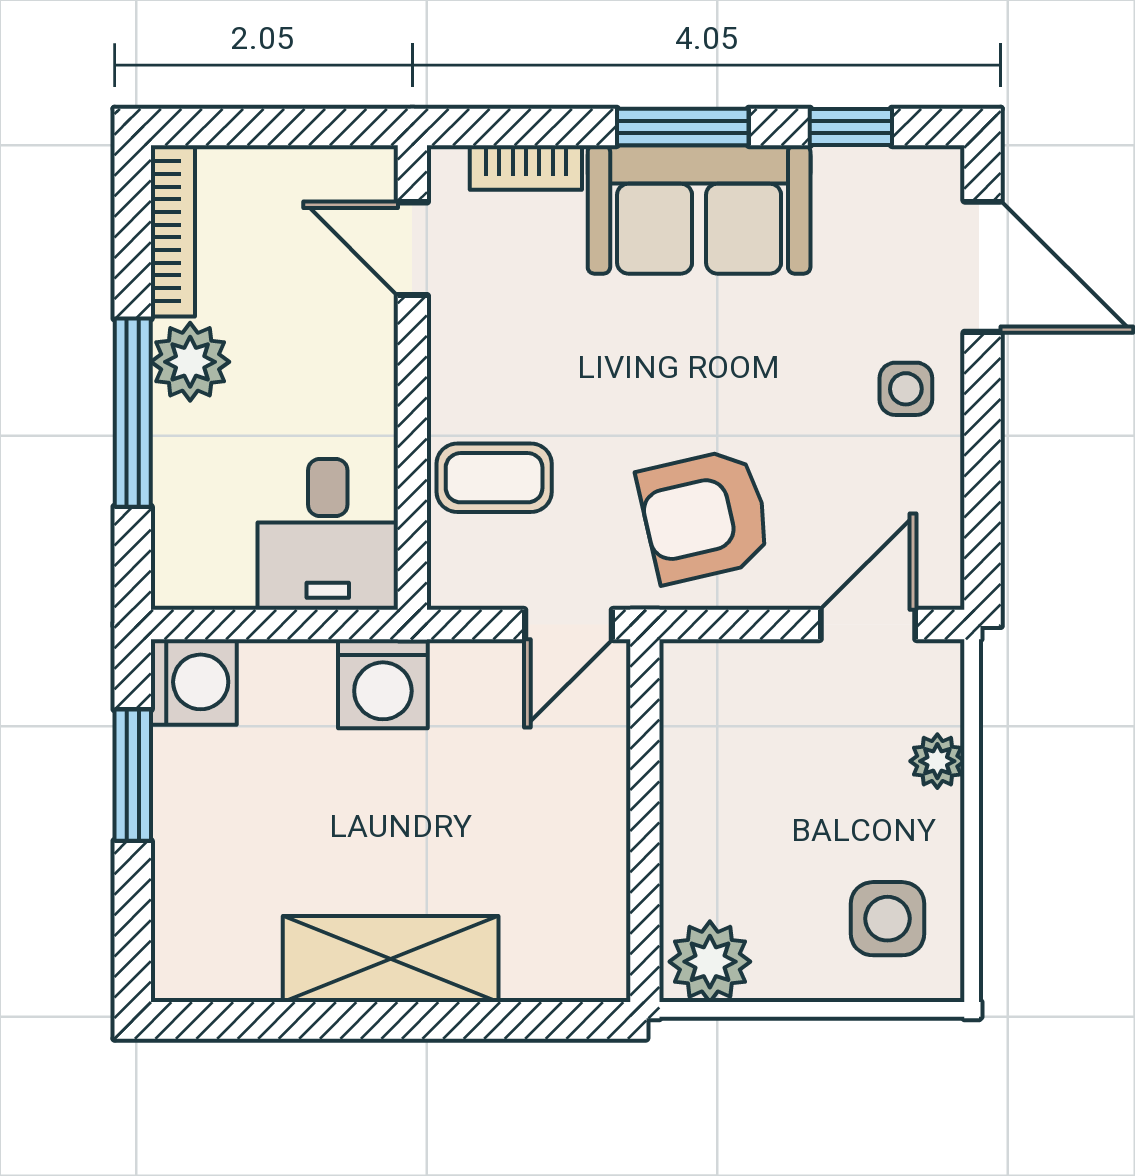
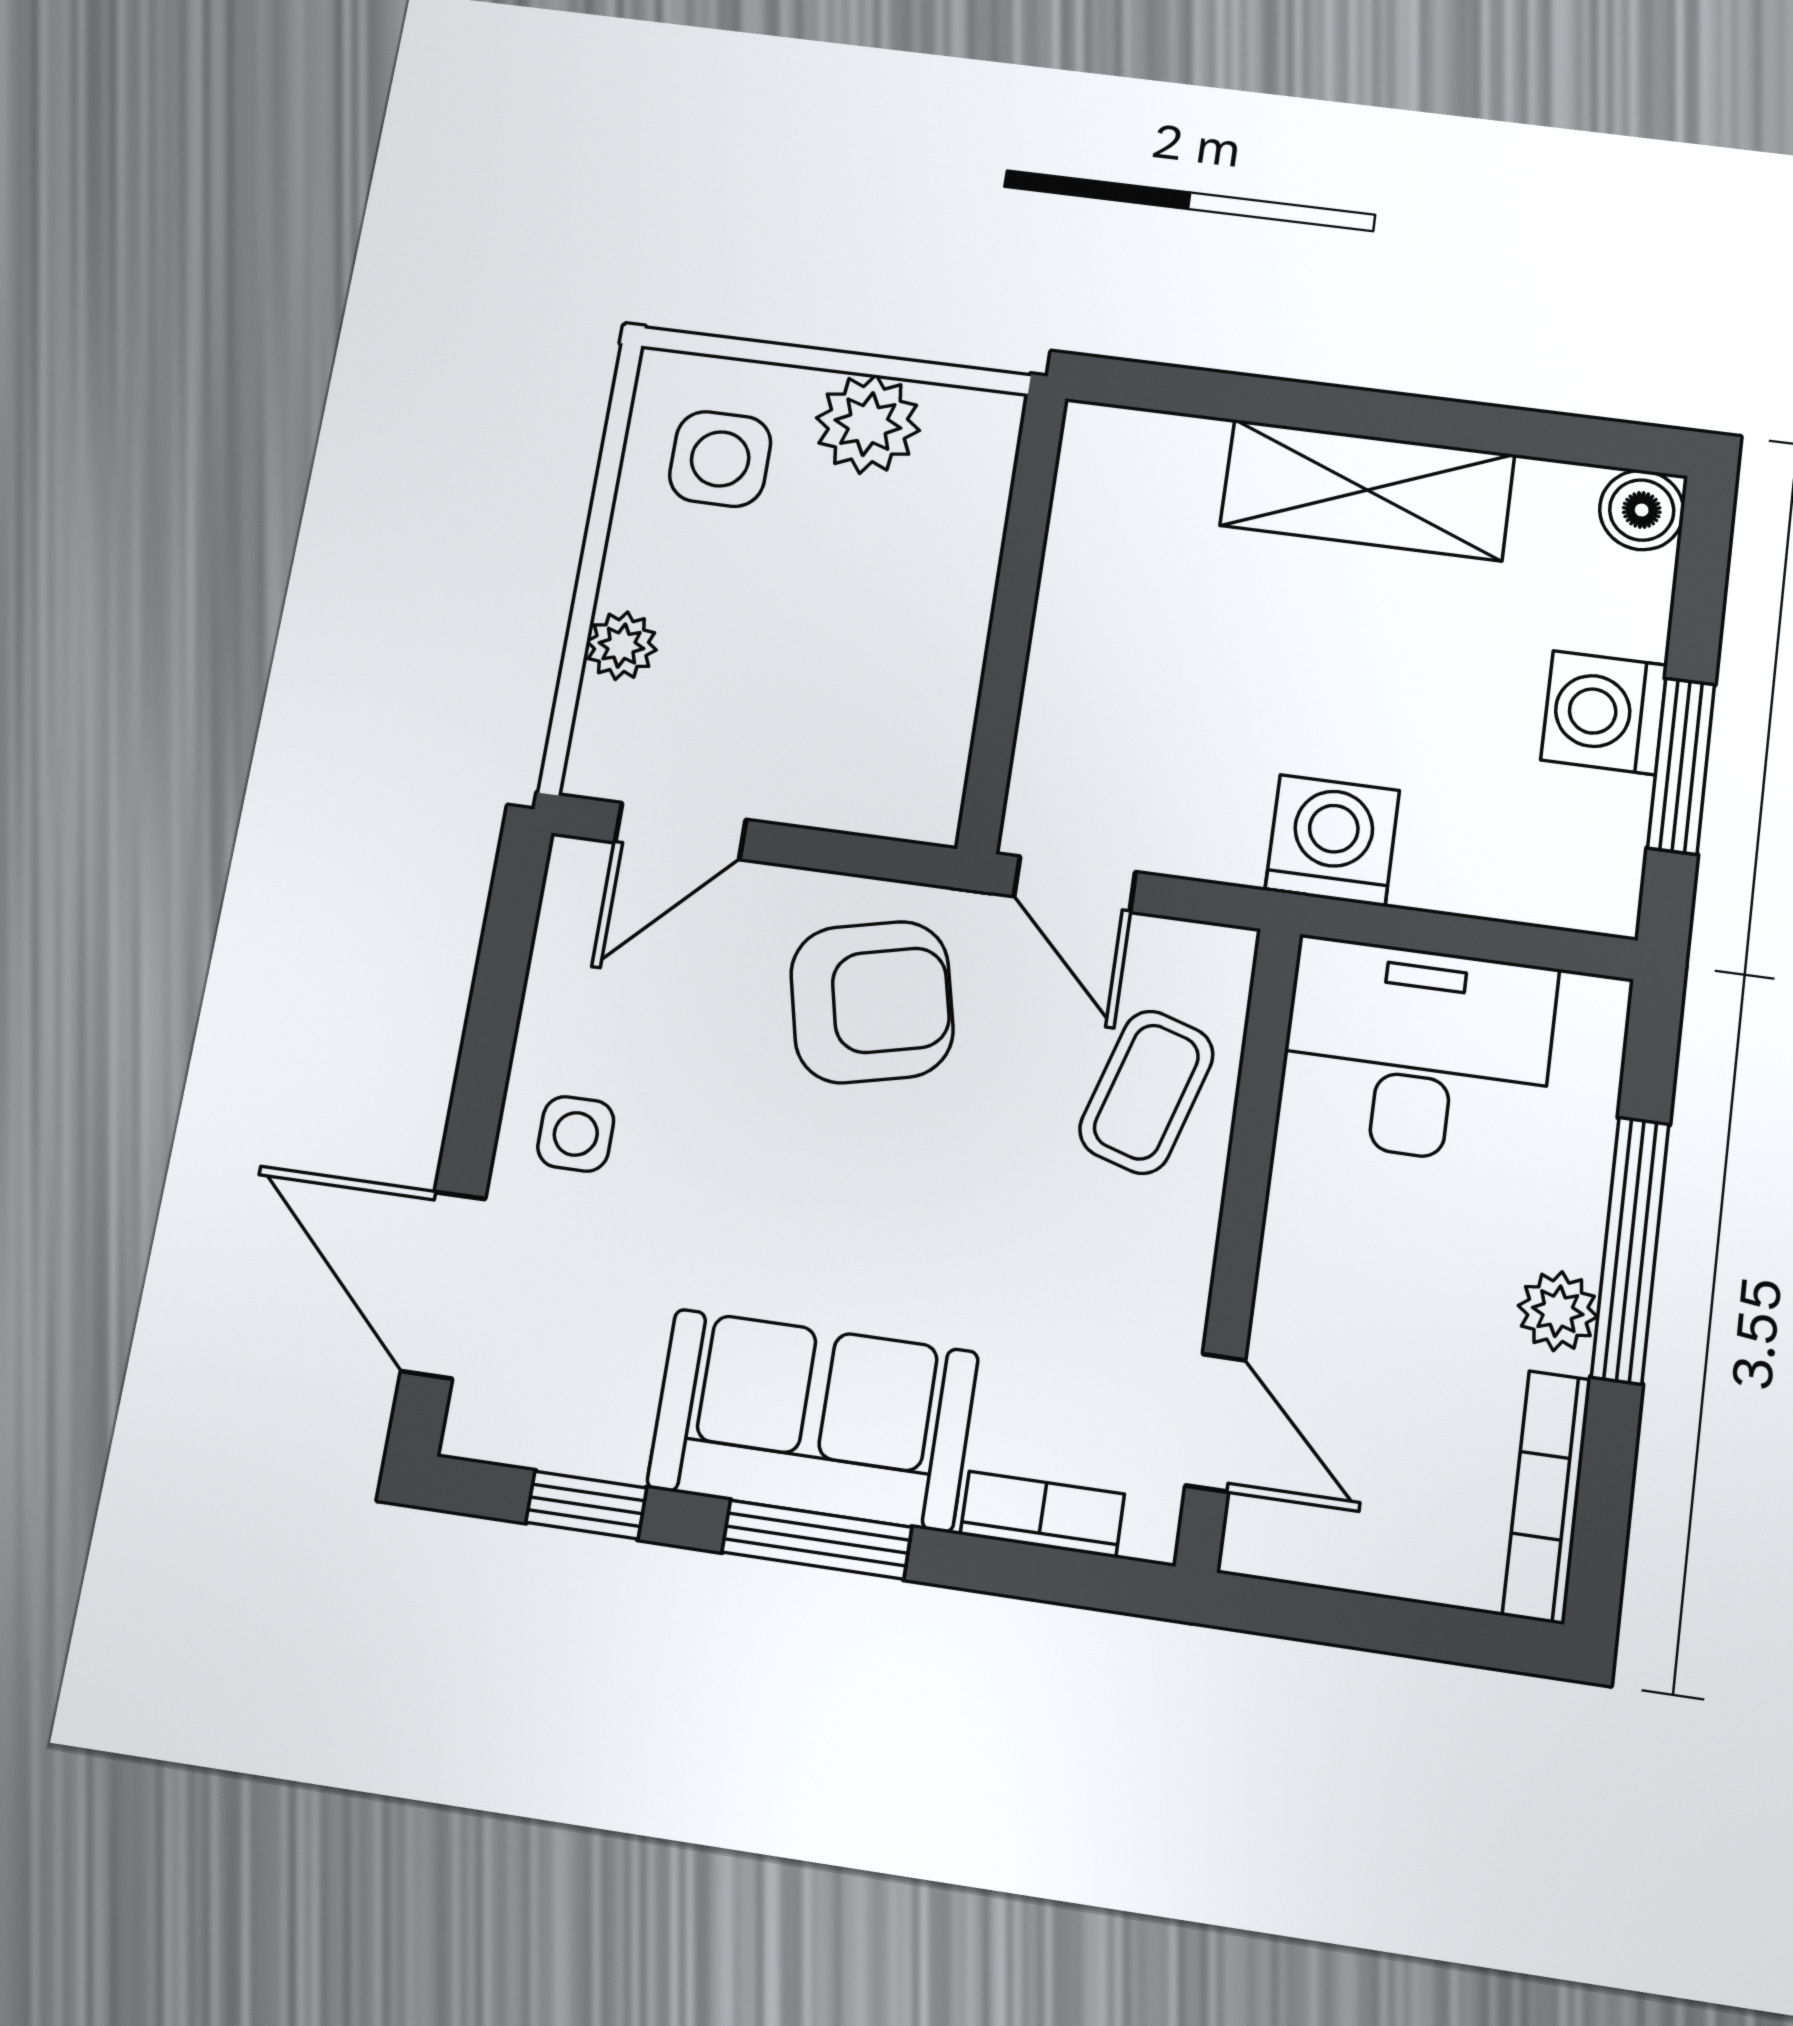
plant: (190, 362) -> (1558, 1311), width x0.73, depth x0.73
coffee table: (494, 478) -> (1146, 1092), turned -73
desk: (328, 534) -> (1417, 1052), width x1.37
door: (568, 624) -> (1075, 884), swing flipped
washing machine: (194, 682) -> (1604, 713), moved
plant: (710, 962) -> (868, 424), moved
boiler: (183, 971) -> (1642, 510), added

